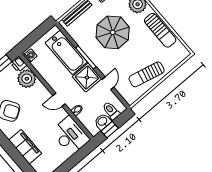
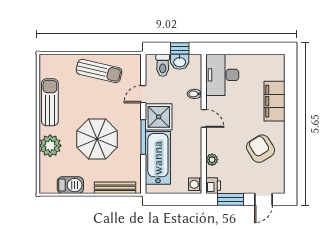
plant: (27, 79) -> (212, 160), width x0.53, depth x0.53

